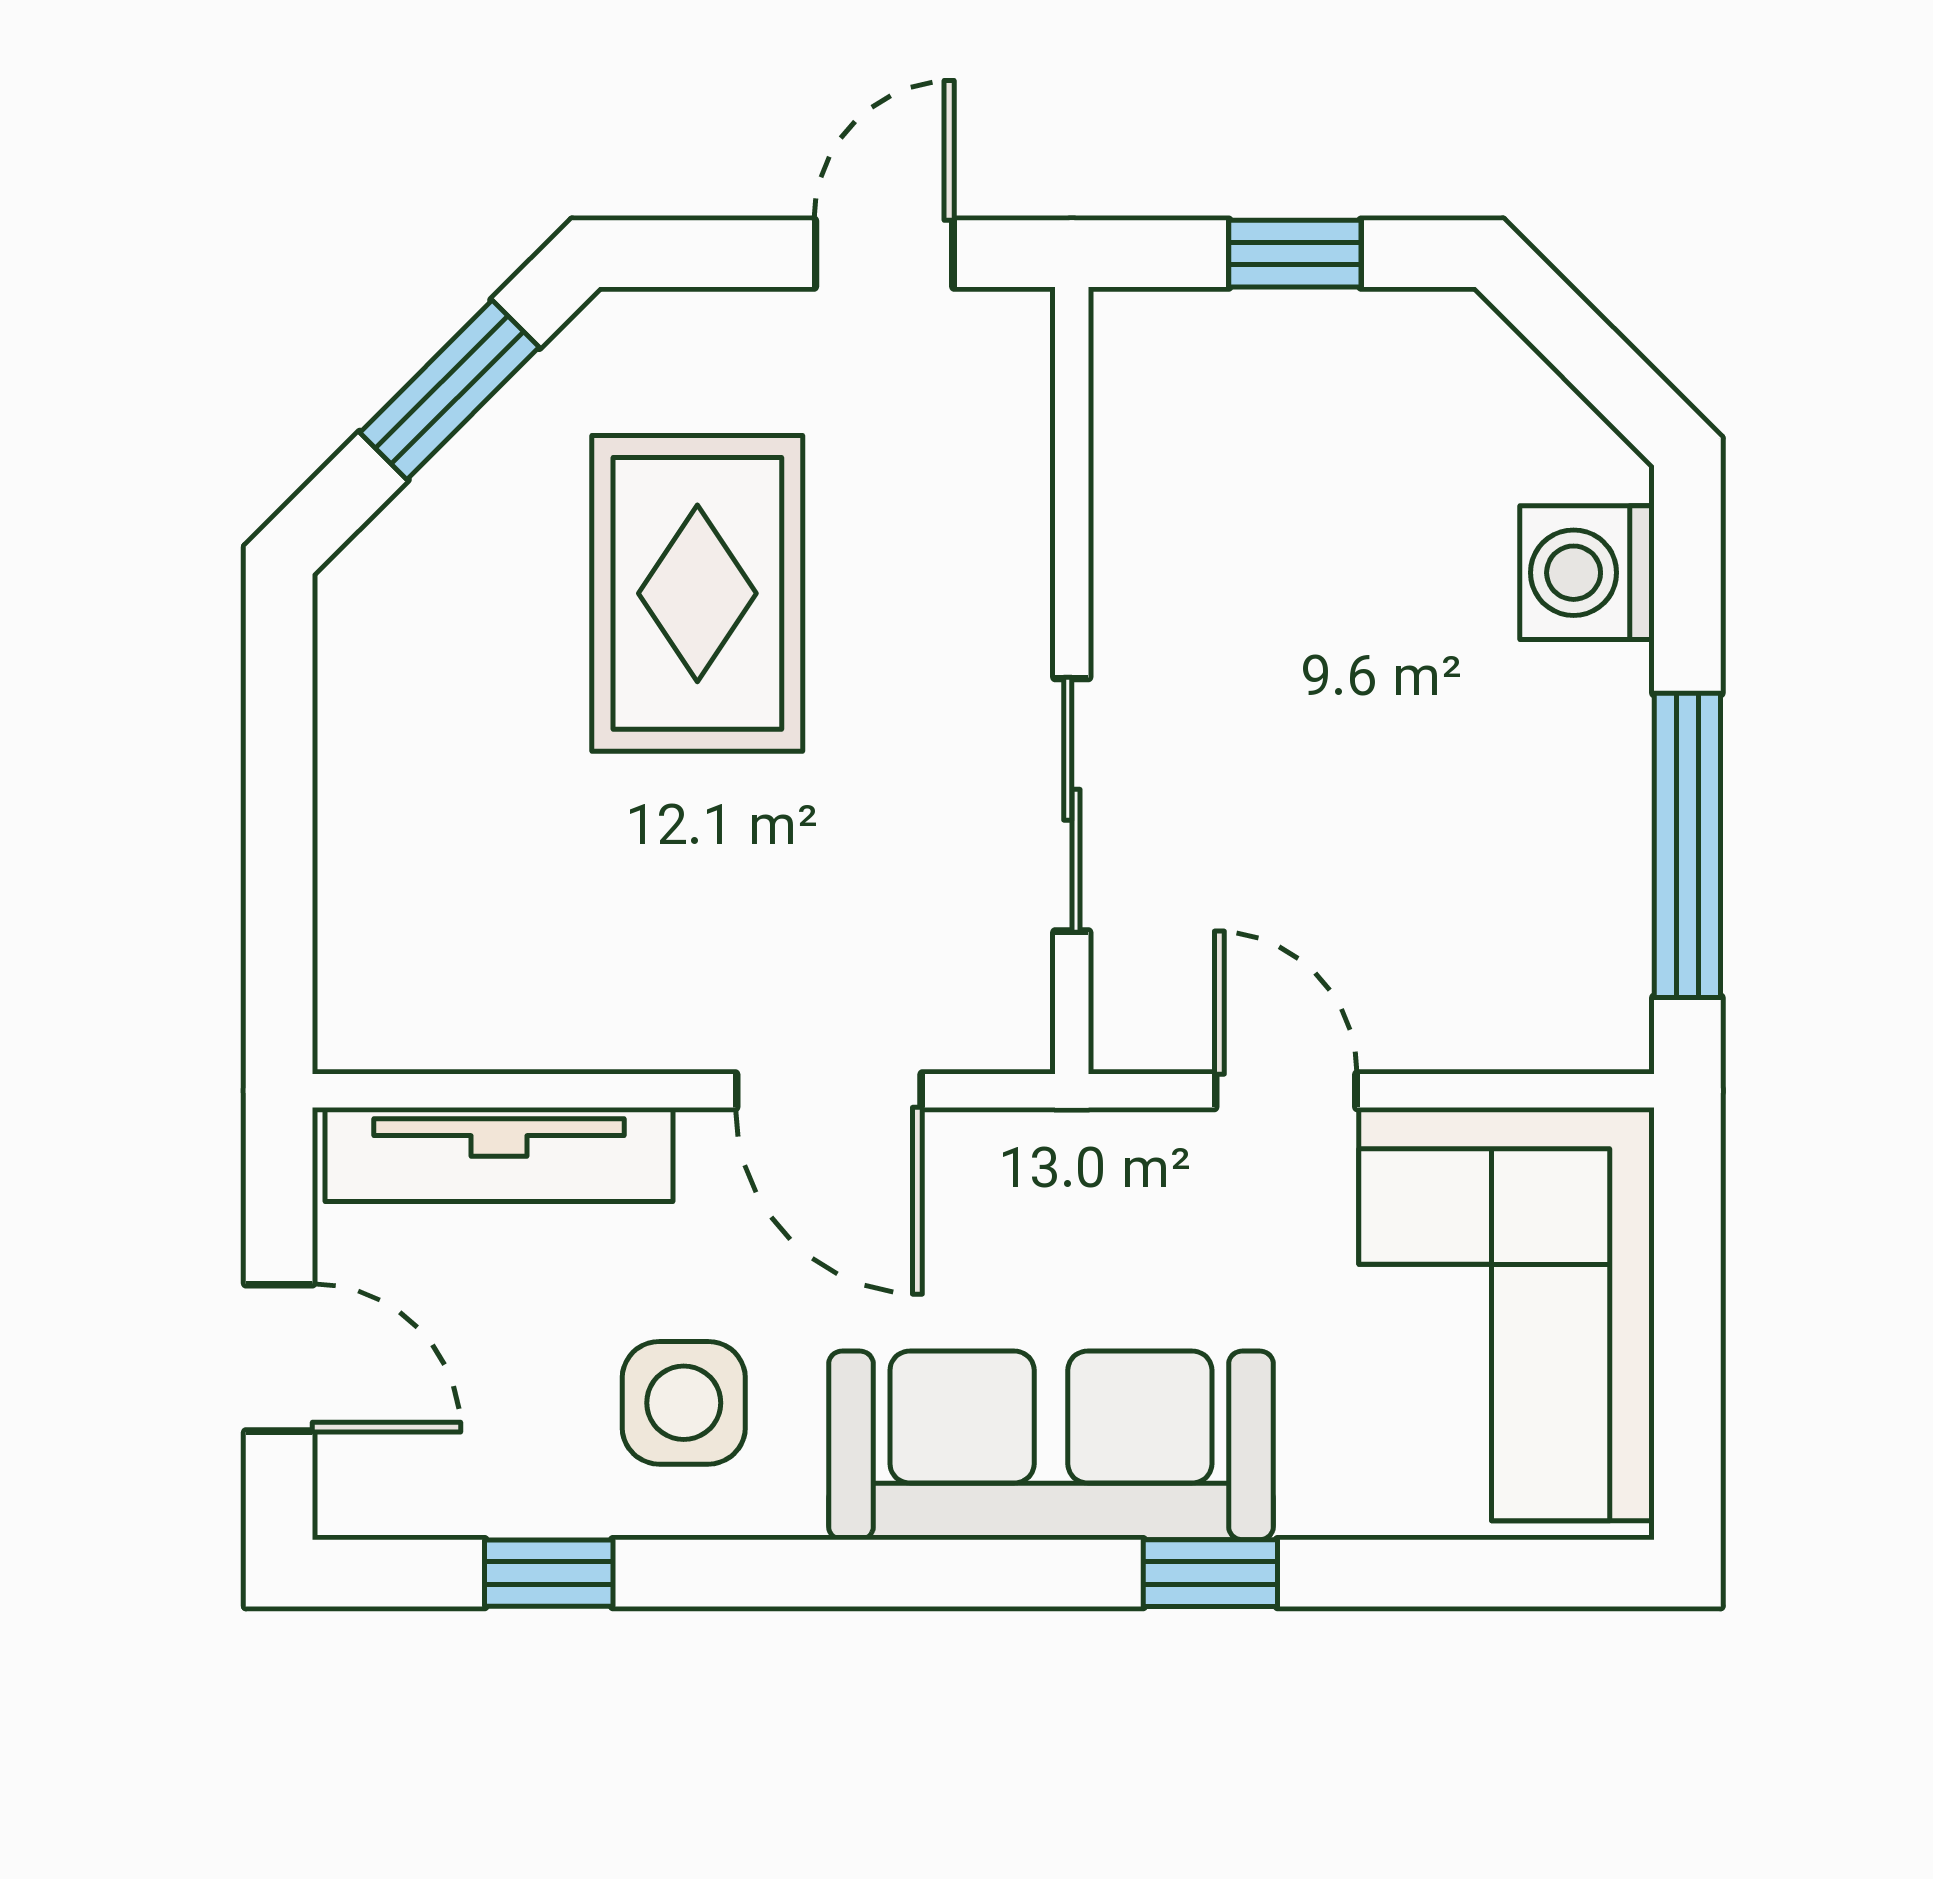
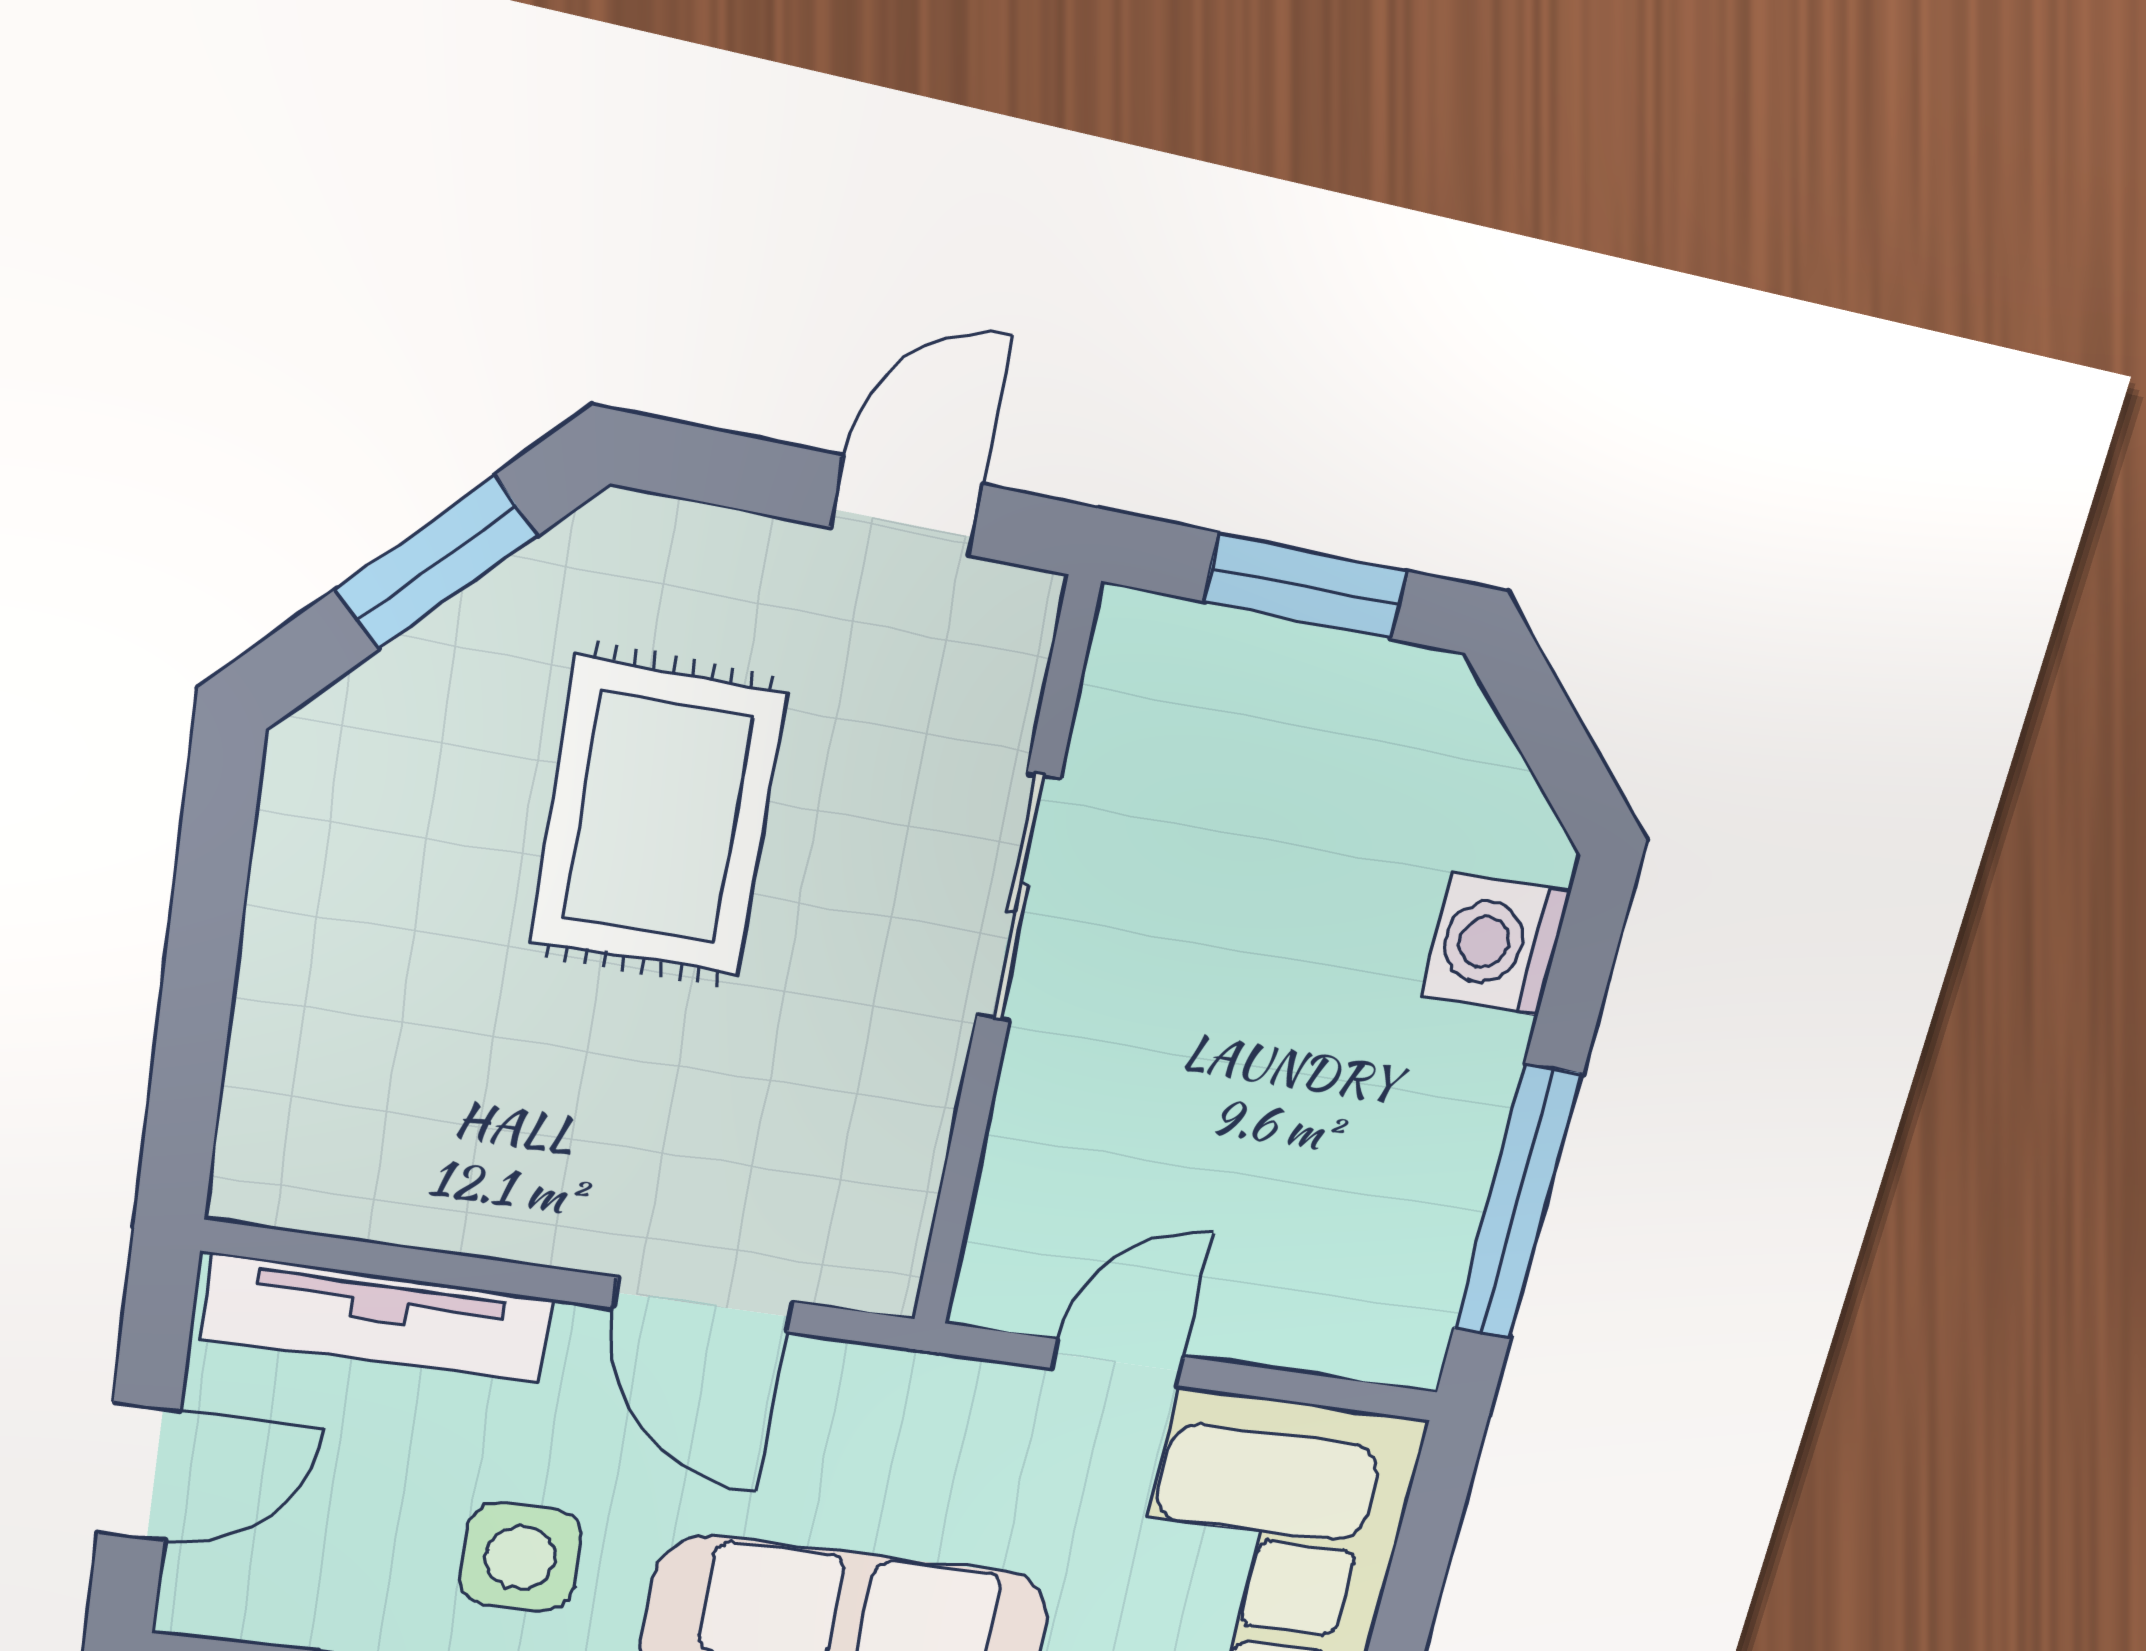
window: (1295, 254) -> (1306, 586), width x1.50
sliding door: (1072, 805) -> (1018, 898), moved
door: (1286, 1091) -> (1117, 1362), hinge flipped
door: (279, 1358) -> (139, 1472), hinge flipped

